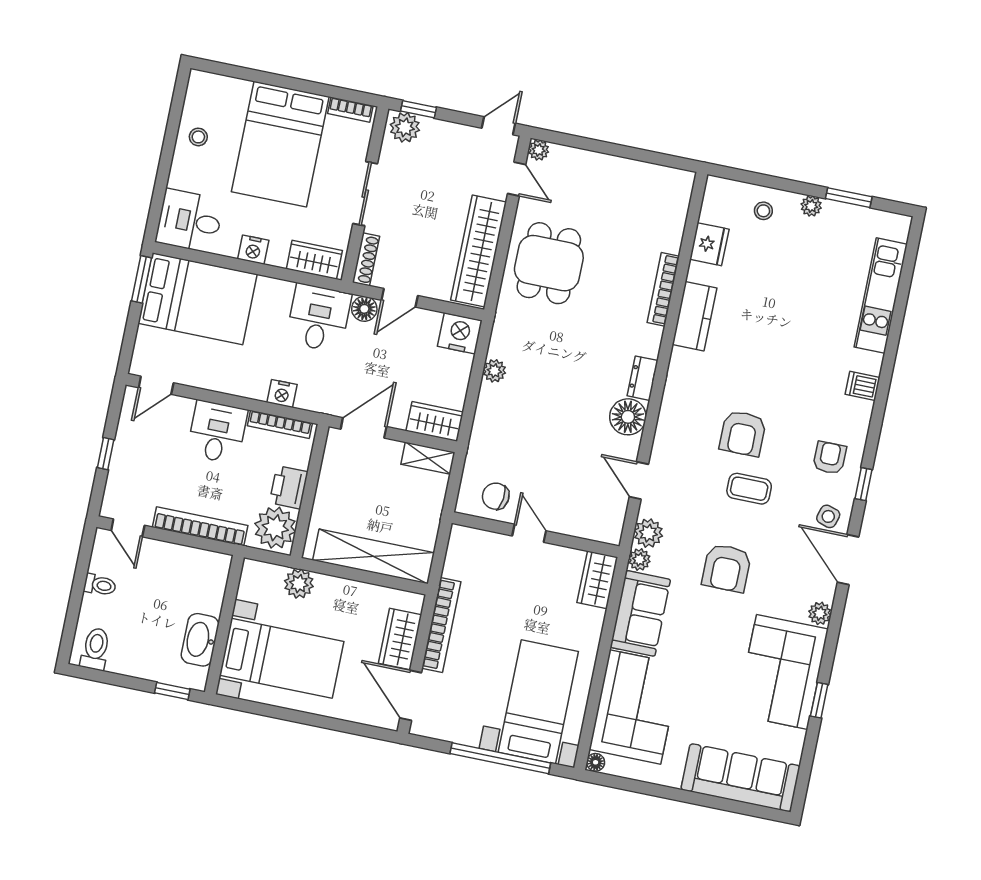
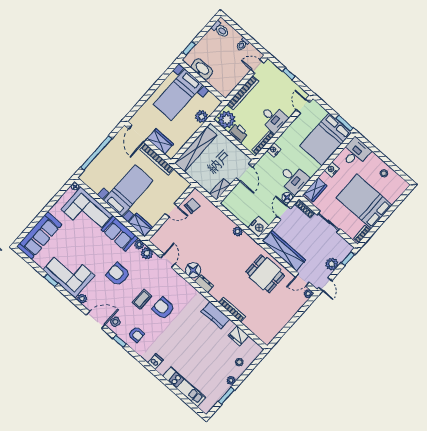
plant: (405, 127) -> (332, 264), moved
wardrobe: (435, 421) -> (232, 199), removed
door: (639, 481) -> (168, 261), hinge flipped
door: (411, 695) -> (138, 134), swing flipped
bed with nightstands: (538, 702) -> (128, 191), moved, turned -90

